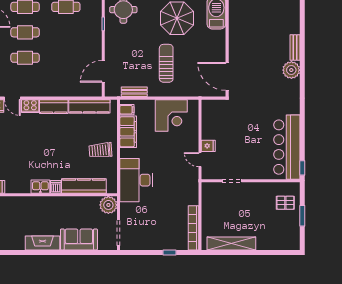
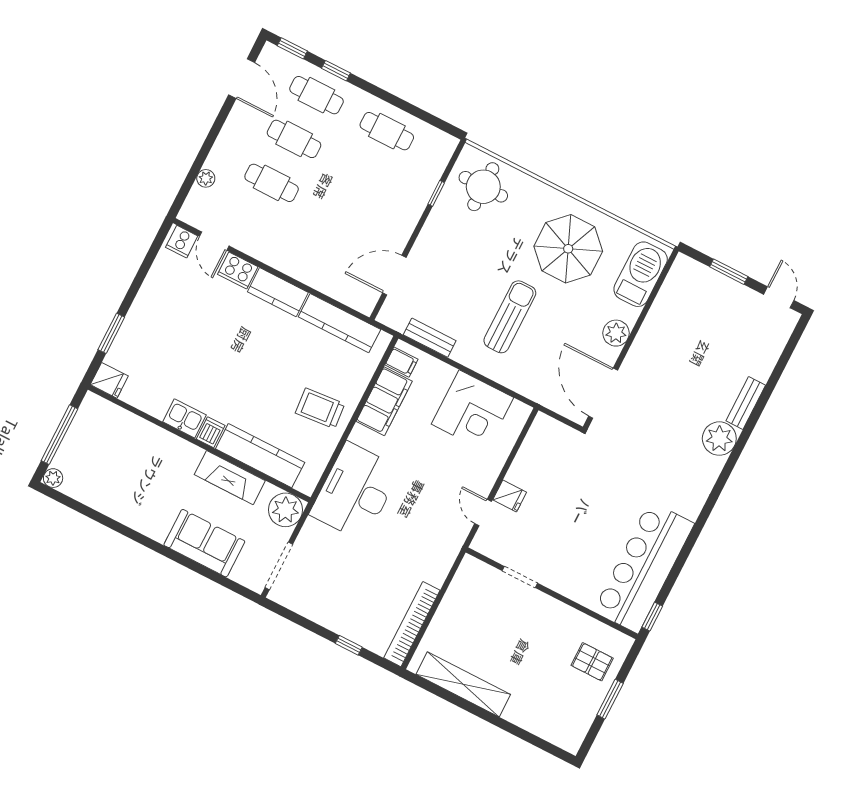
plant: (219, 46) -> (616, 333), added
fireplace: (42, 243) -> (230, 478), moved, turned 180

